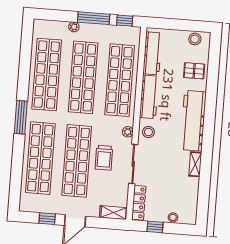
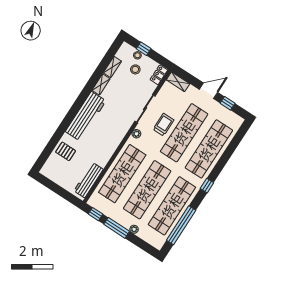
stool: (195, 39) -> (53, 174), removed
window: (25, 59) -> (181, 225), added
workbench: (149, 97) -> (108, 150), removed
window: (21, 117) -> (207, 186), width x0.46
stool: (148, 132) -> (135, 69), moved
shelving: (193, 190) -> (112, 67), added
locker: (139, 203) -> (159, 75), width x0.66
window: (155, 227) -> (144, 49), moved

